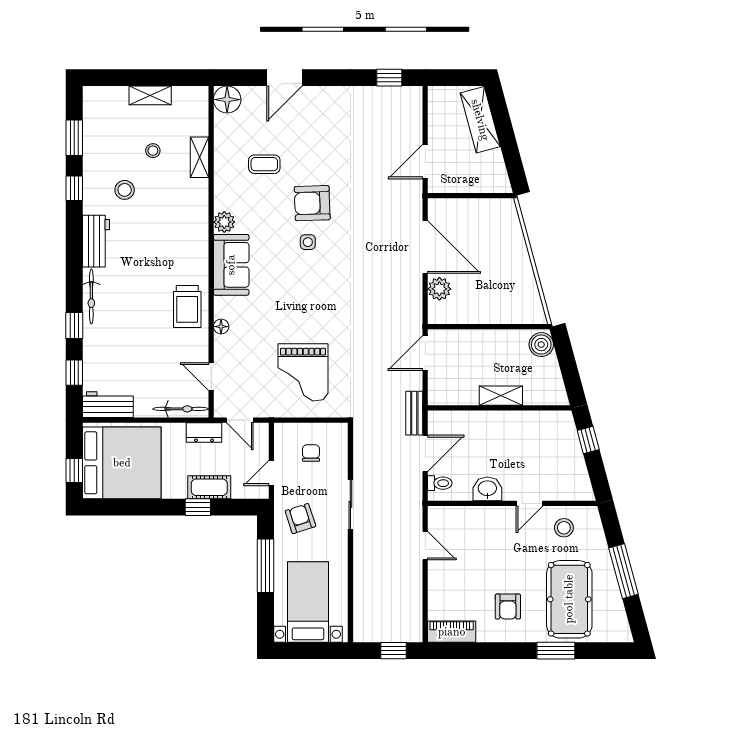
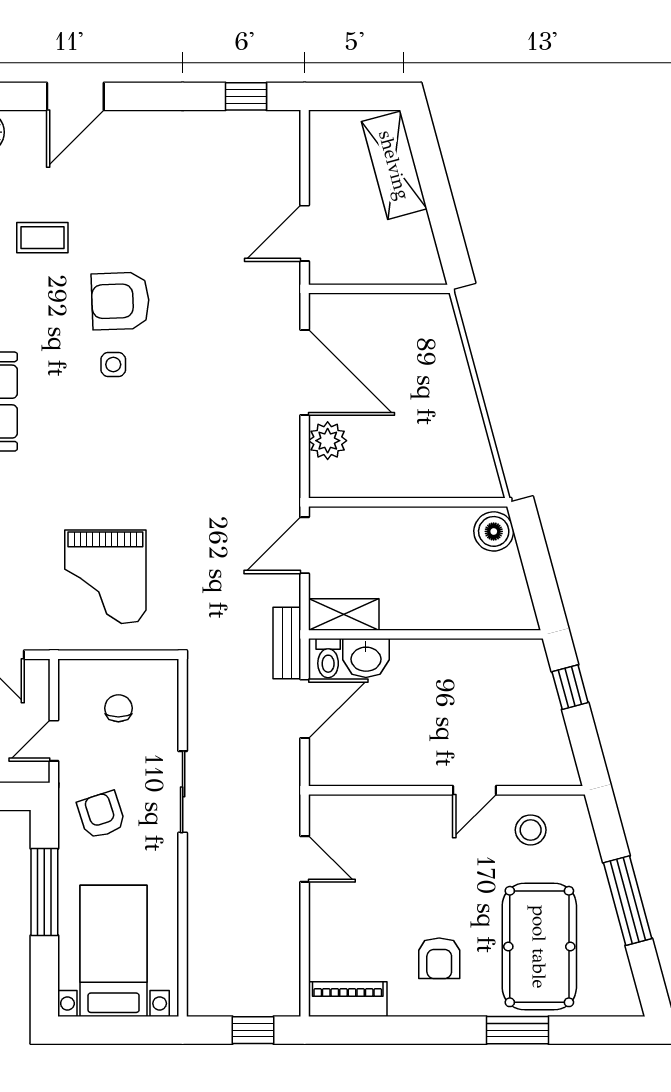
shelving: (501, 396) -> (344, 615), moved
toilet: (440, 483) -> (328, 658), moved, turned 90
washbasin: (487, 489) -> (366, 658), moved, turned 180

